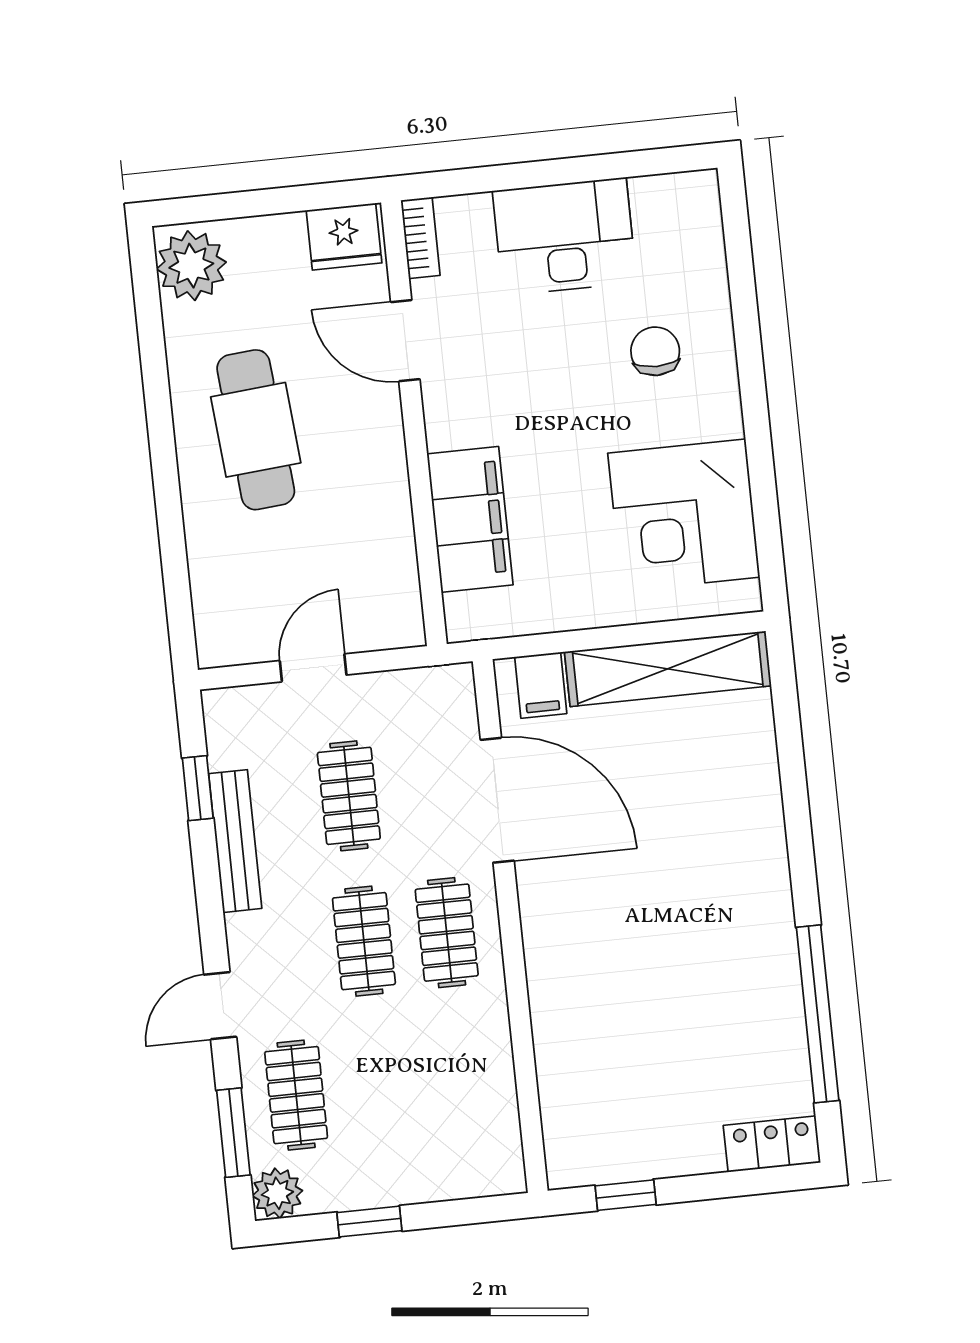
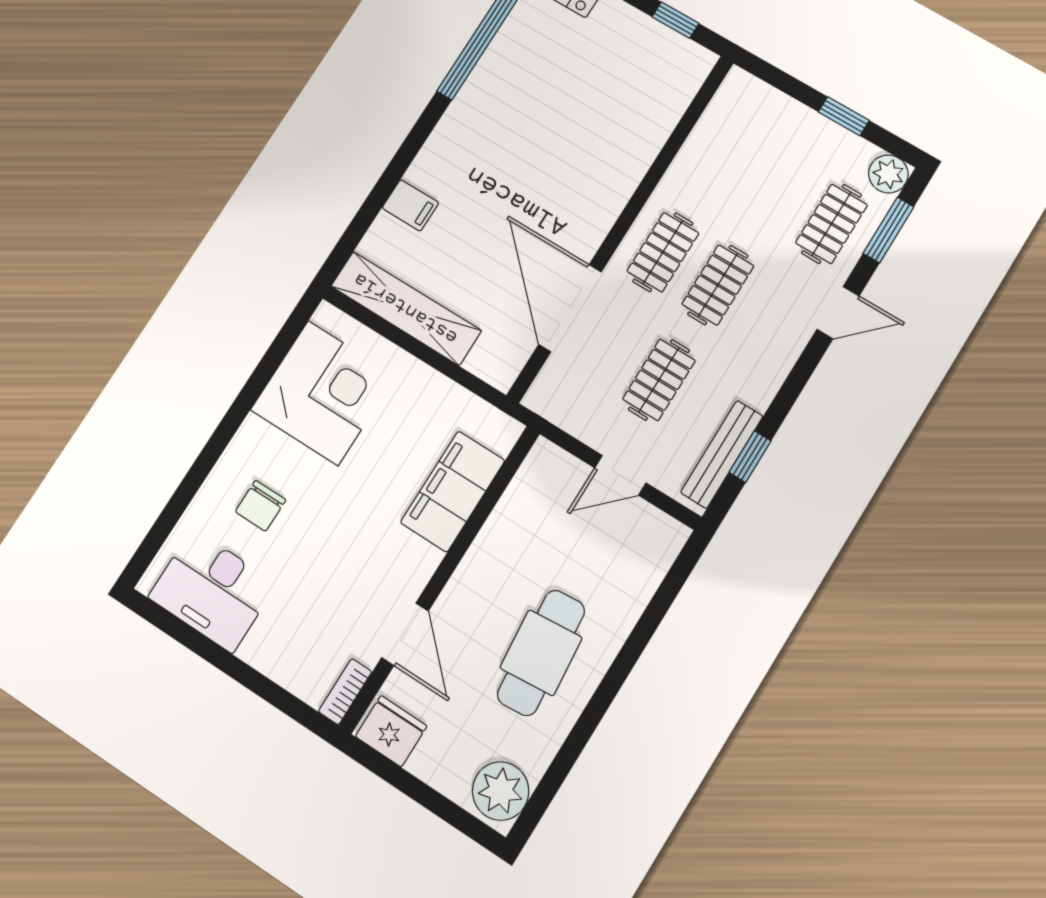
desk: (565, 237) -> (212, 590), moved
filing cabinet: (541, 685) -> (410, 205), moved, turned 90
bench: (235, 841) -> (722, 454), moved

